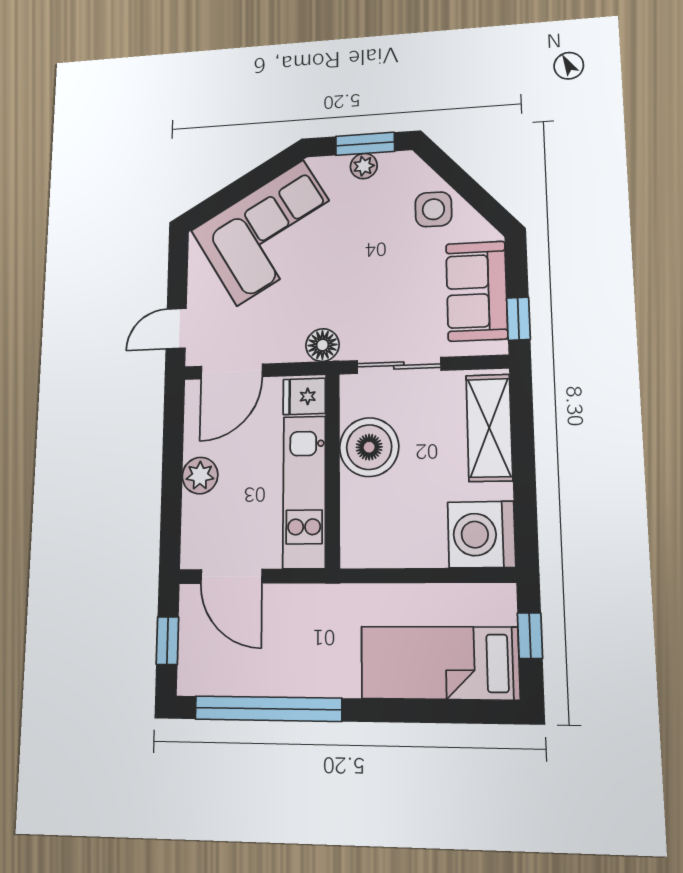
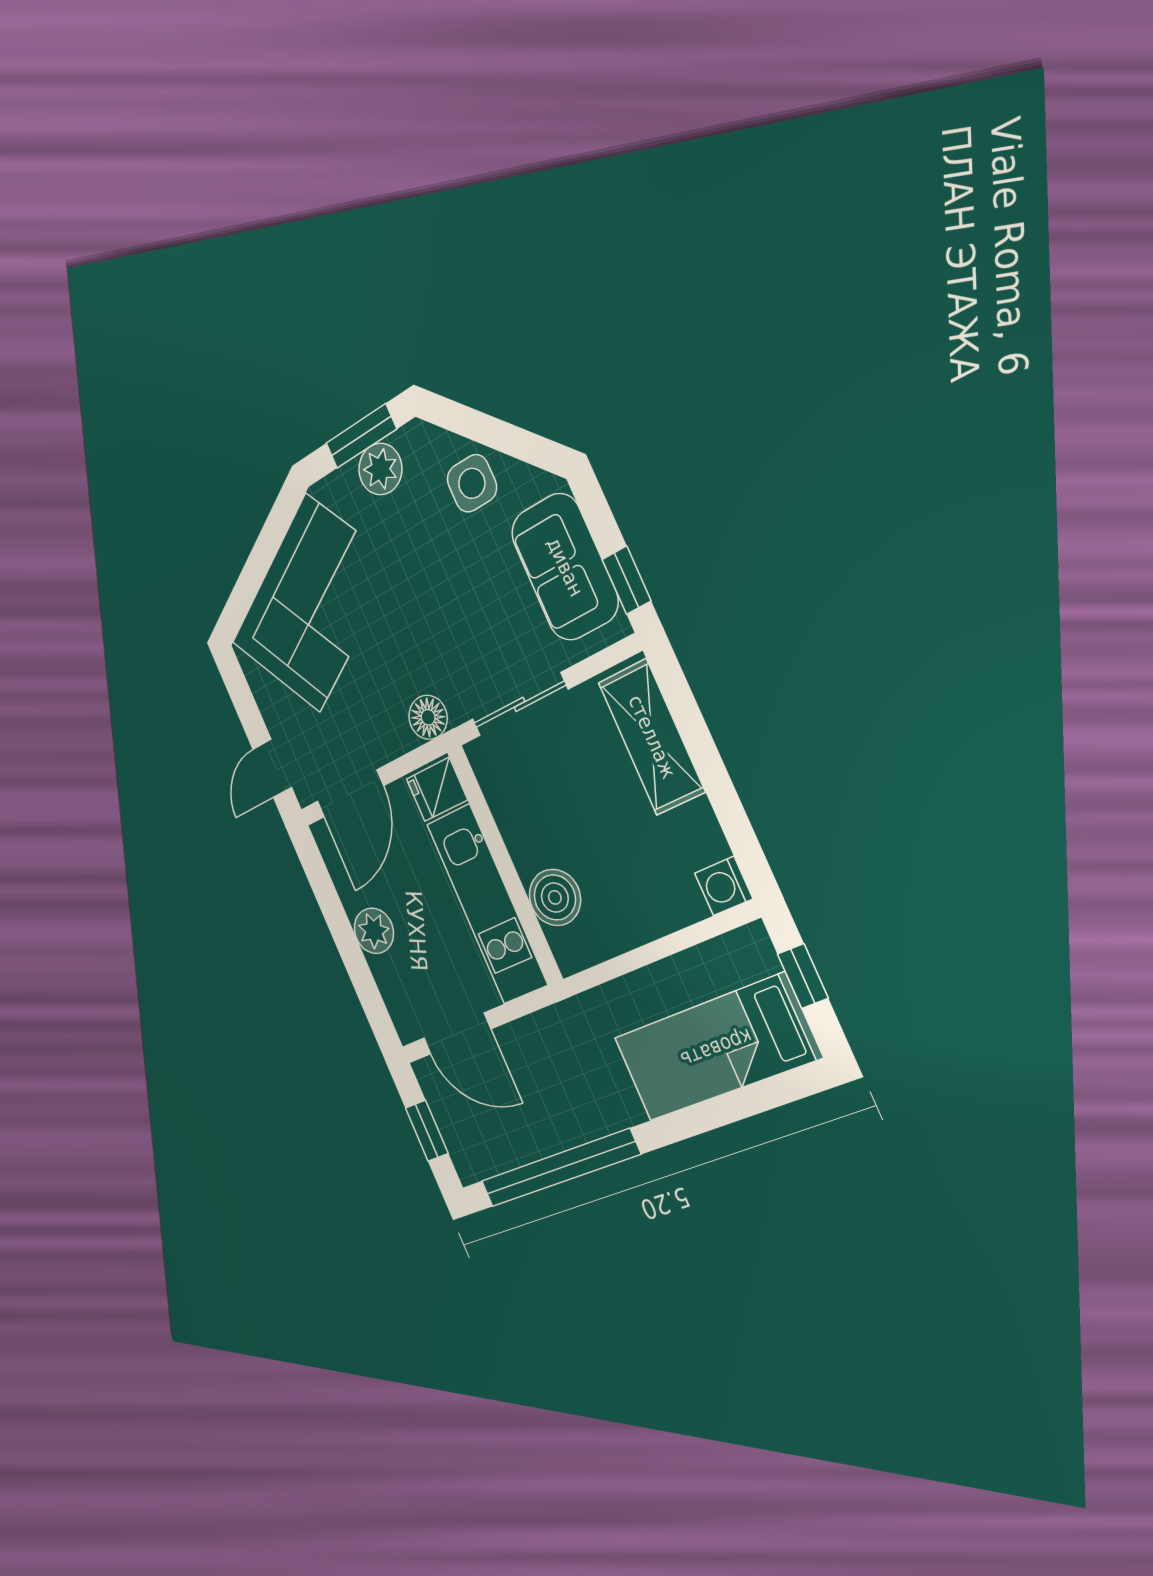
plant: (364, 166) -> (380, 469), width x1.38, depth x1.38
boiler: (369, 447) -> (555, 897), moved, width x0.73, depth x0.73
washing machine: (481, 535) -> (724, 886), width x0.53, depth x0.53

